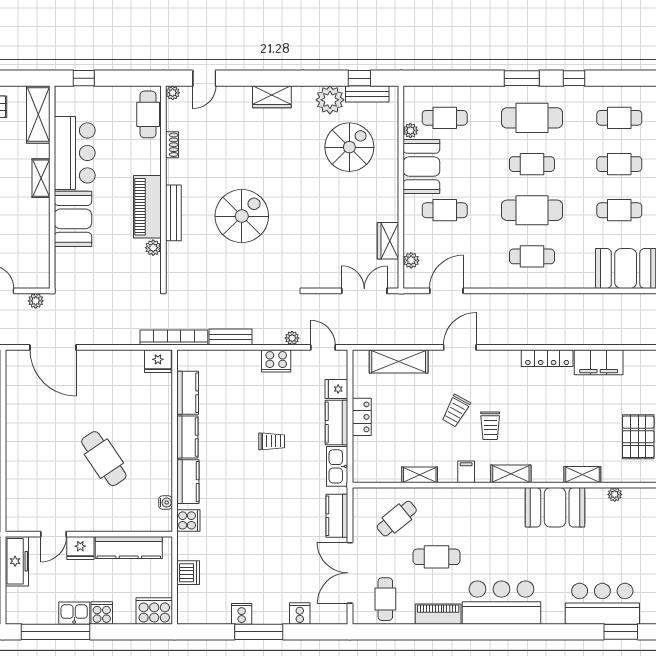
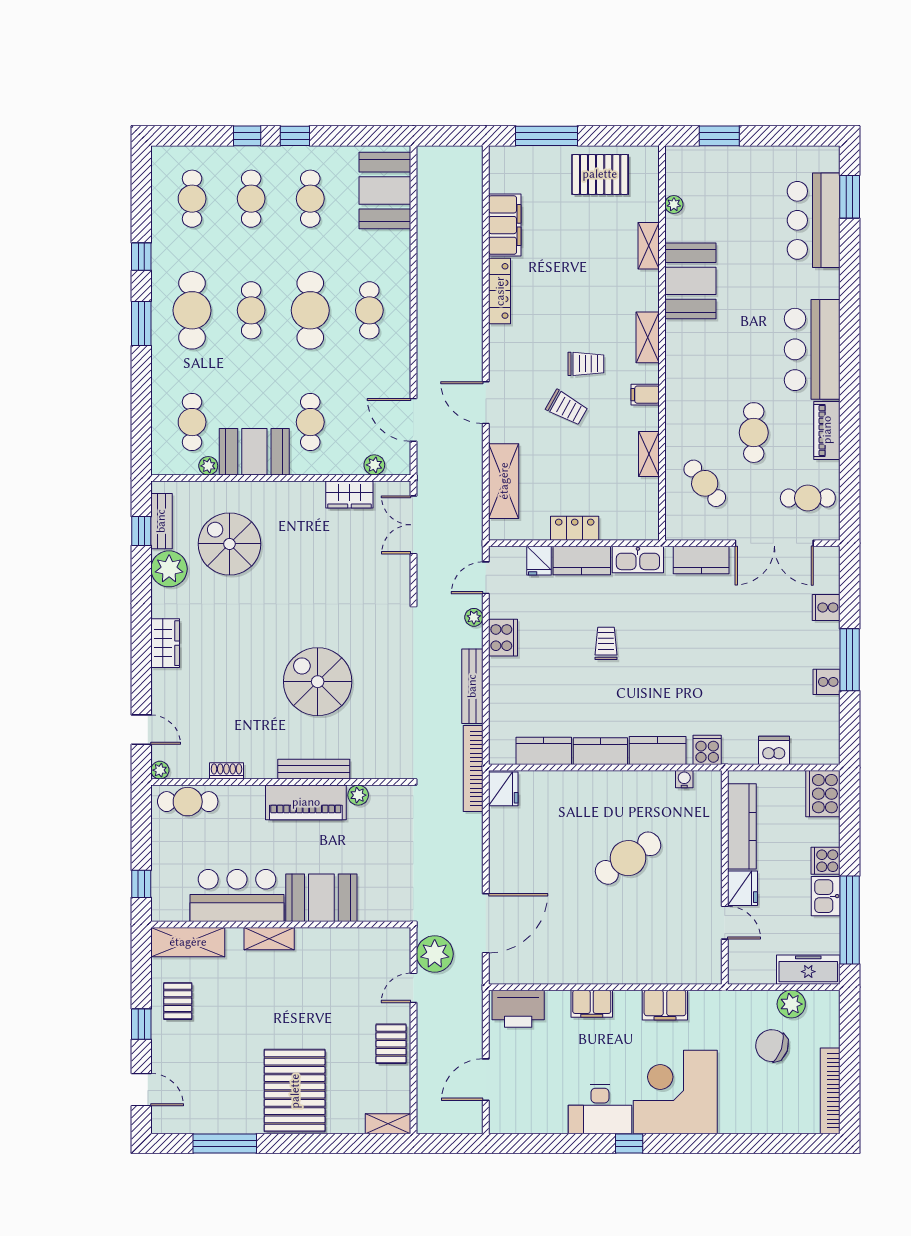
plant: (36, 301) -> (435, 954), width x1.88, depth x1.88
bench: (230, 337) -> (472, 686), width x1.36
freezer: (17, 561) -> (808, 970), moved

